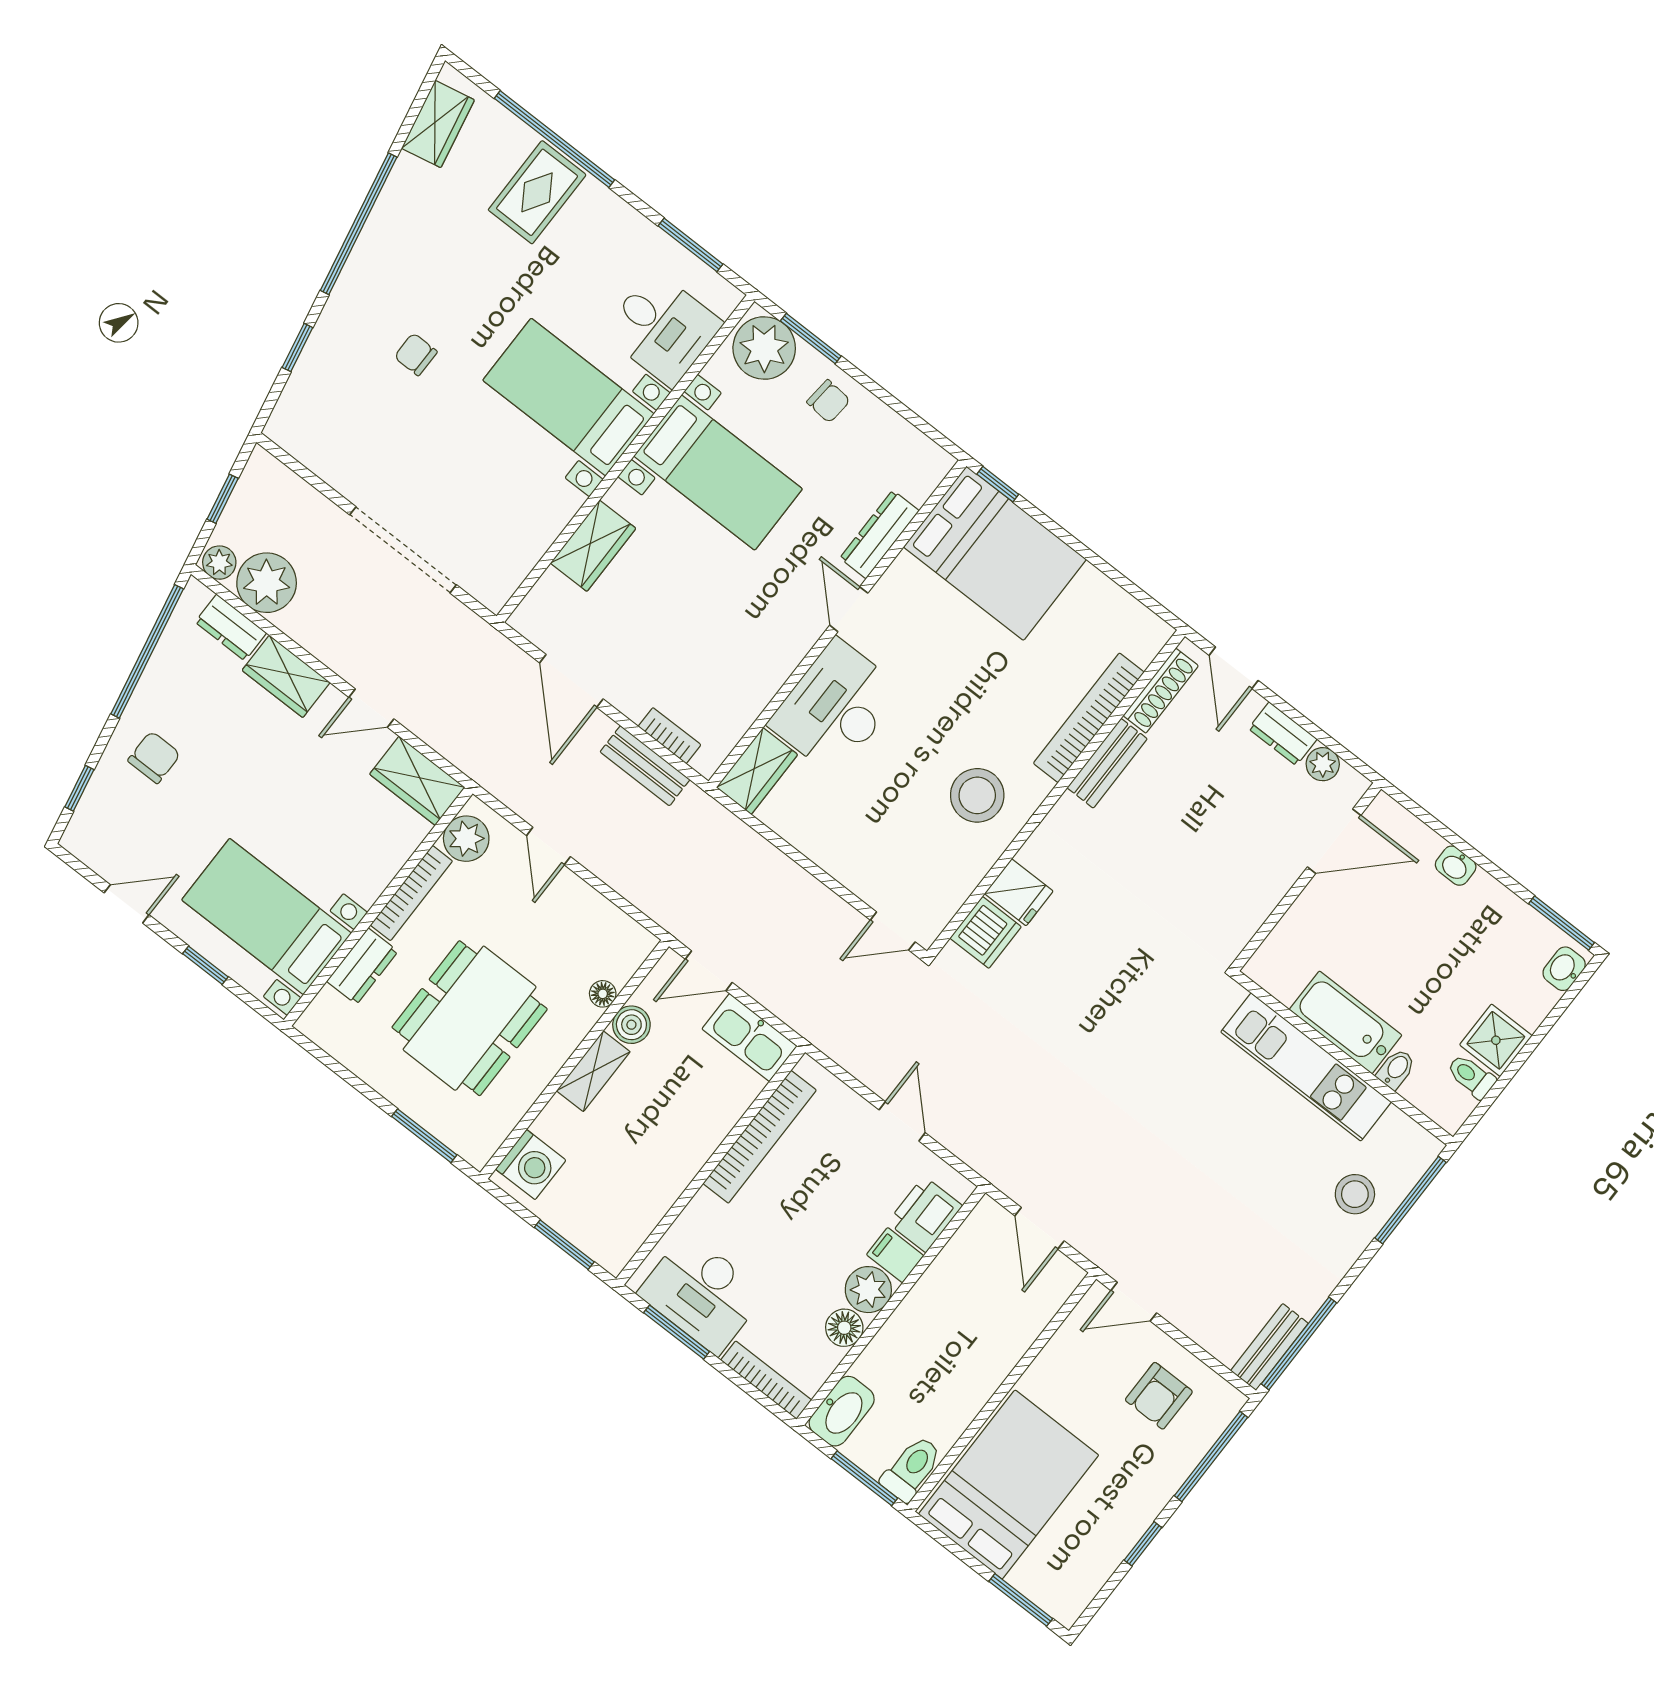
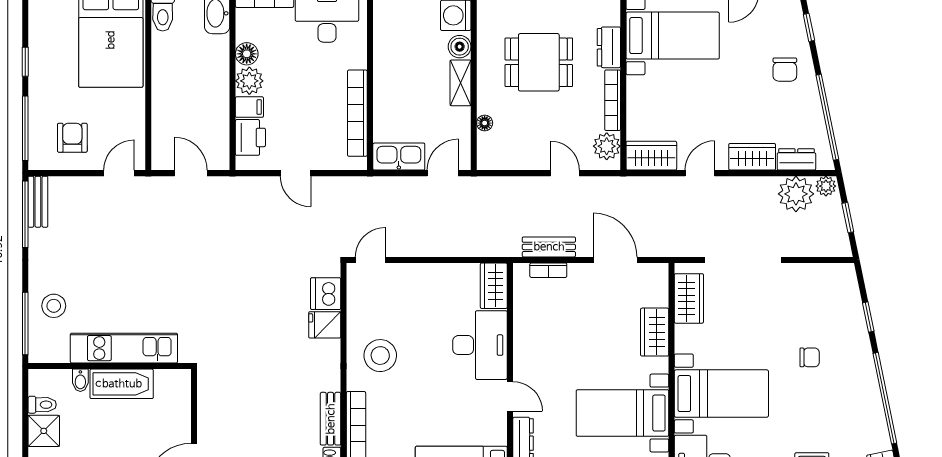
wardrobe: (514, 555) -> (689, 298), added
dining table: (470, 1018) -> (539, 62), width x0.73
boiler: (631, 1025) -> (460, 47), moved

